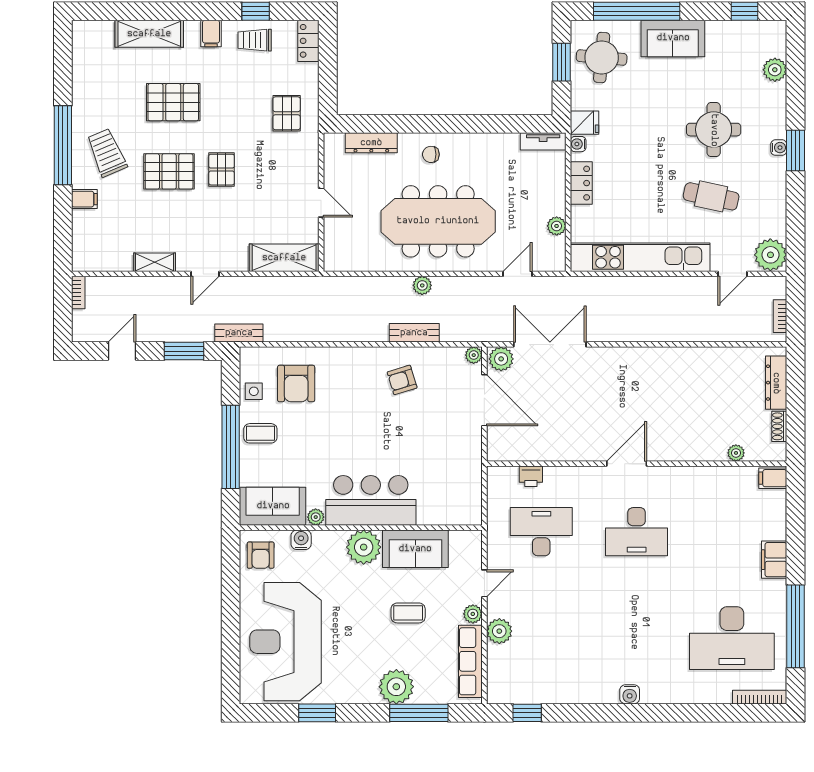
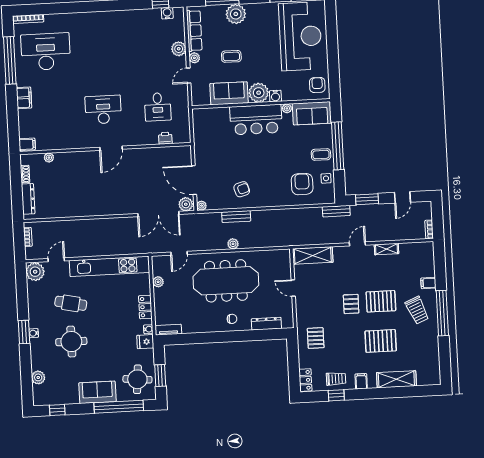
desk: (541, 532) -> (158, 107), width x0.73
water cooler: (301, 540) -> (275, 96), moved
water cooler: (630, 694) -> (167, 13), moved

